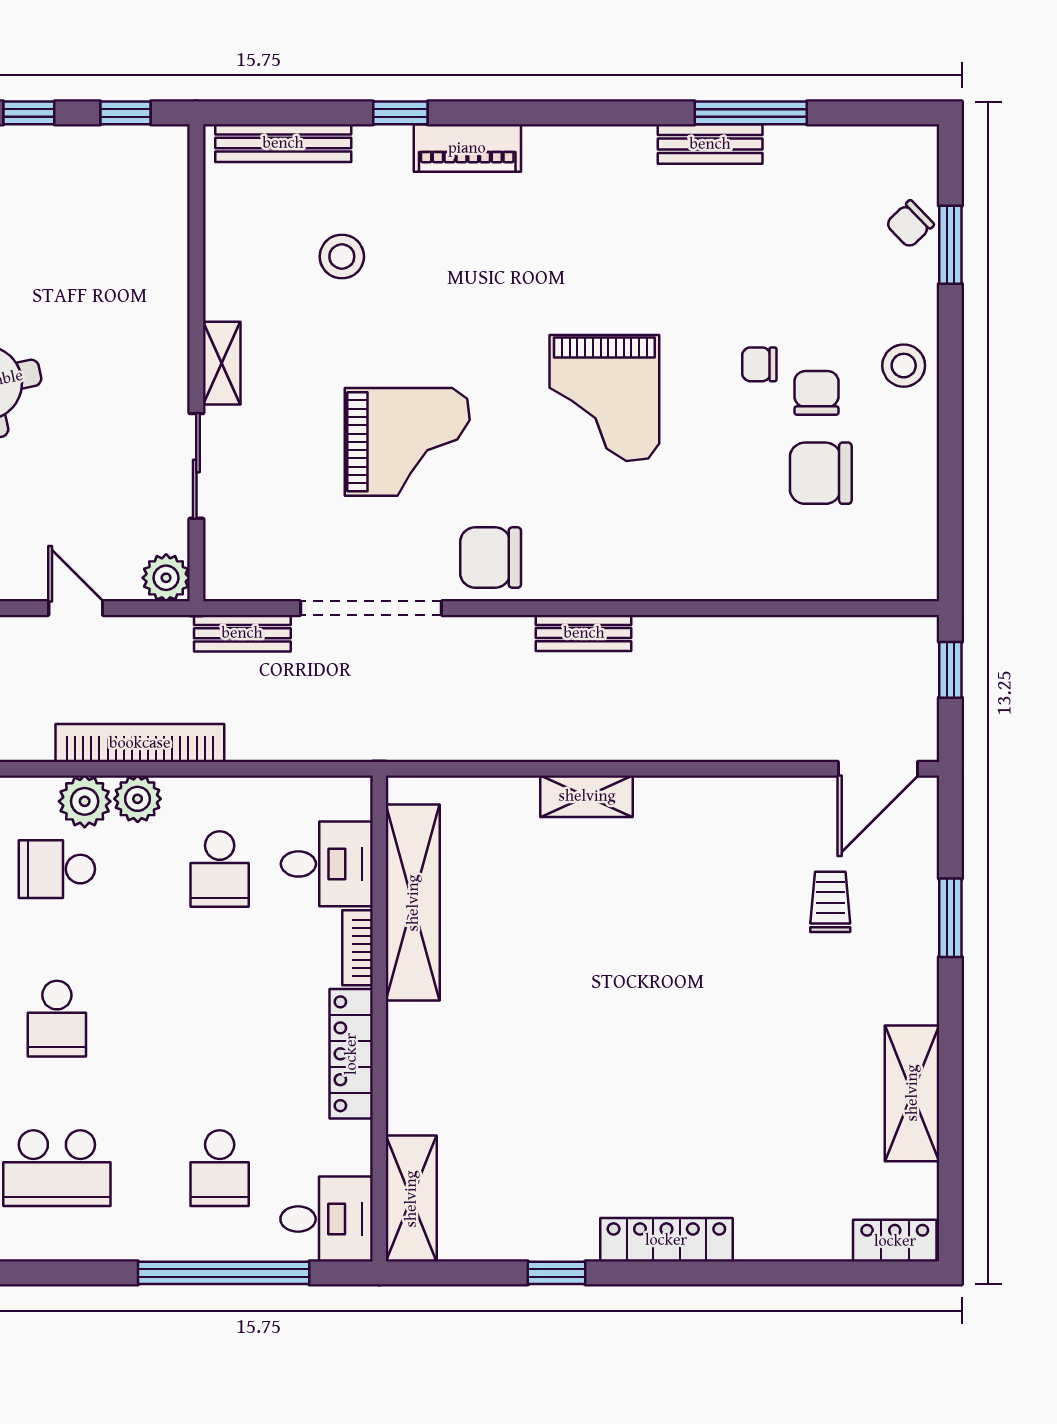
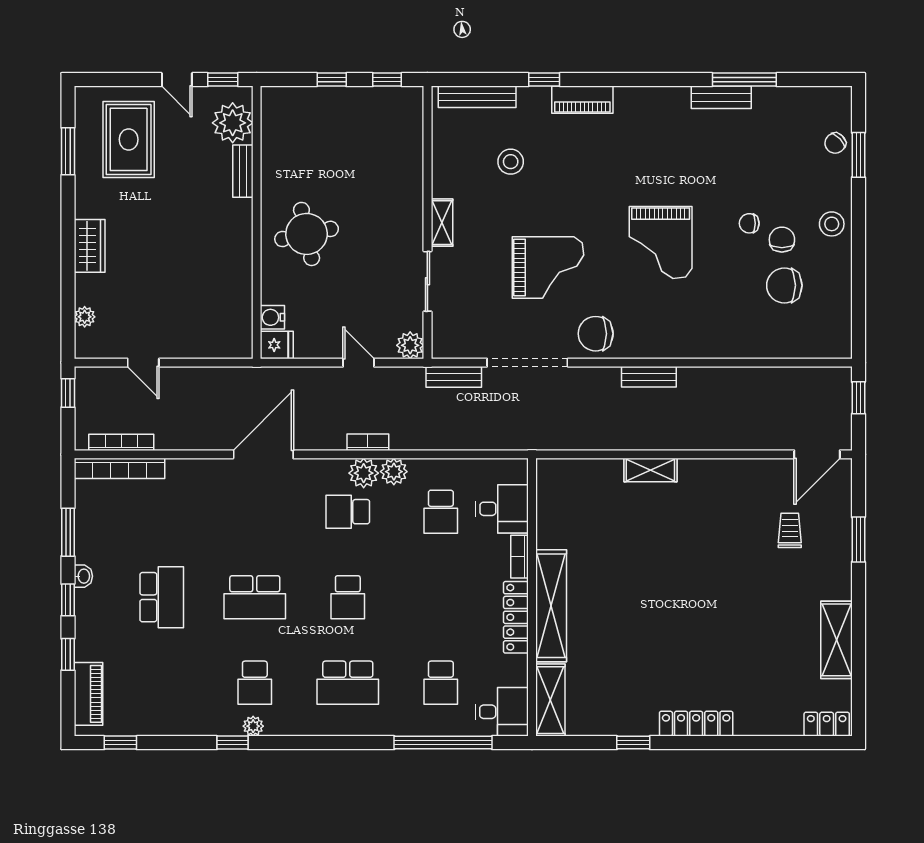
bookcase: (140, 743) -> (368, 442), width x0.43, depth x0.76
shelving: (413, 903) -> (551, 606), moved

